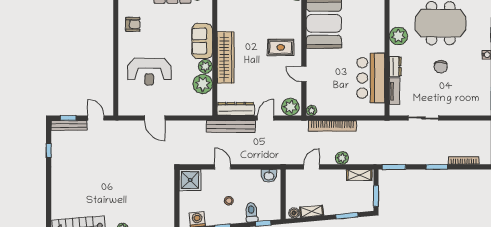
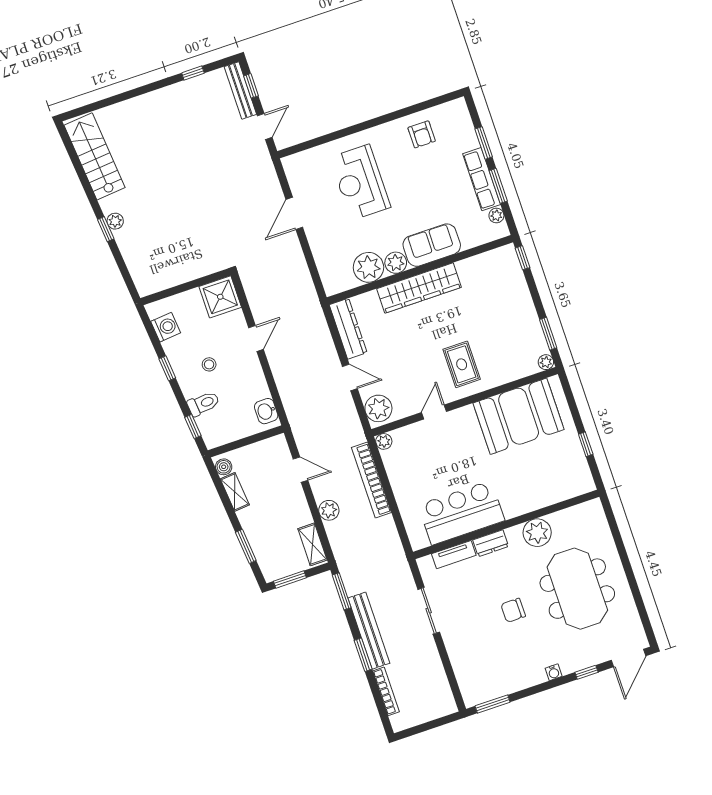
bench: (231, 126) -> (369, 631), moved

